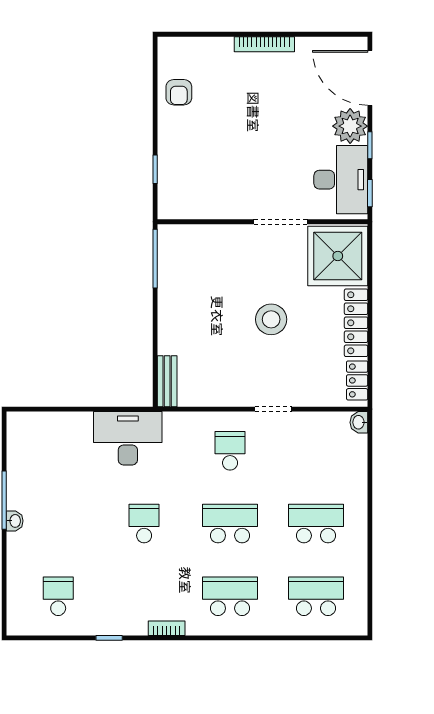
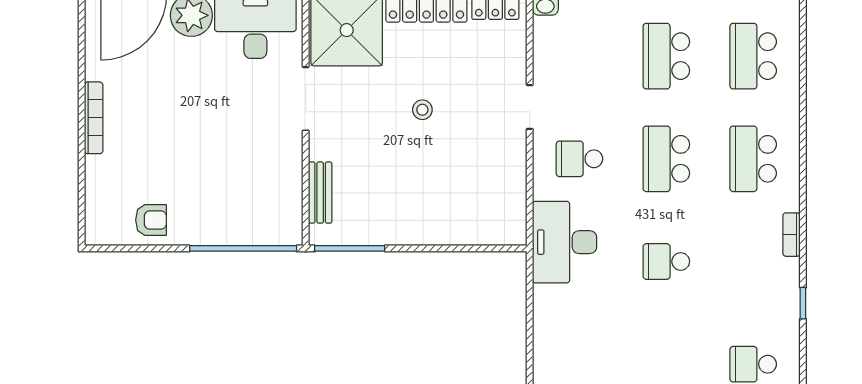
window: (155, 169) -> (243, 248), width x3.17
stool: (271, 319) -> (422, 110), width x0.53, depth x0.53
bench: (167, 381) -> (320, 193), moved, turned 90
desk: (128, 438) -> (565, 242), moved

